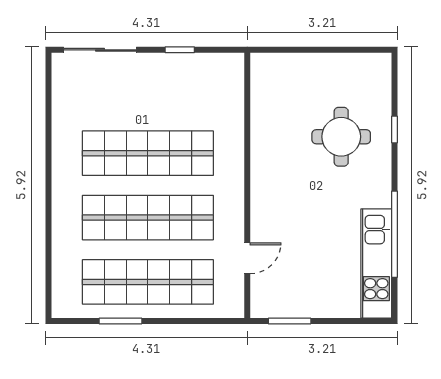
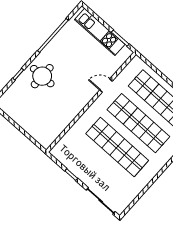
round table: (341, 137) -> (42, 76), moved
door: (247, 258) -> (106, 86), moved
kitchen unit: (376, 263) -> (100, 32), moved, turned 90

